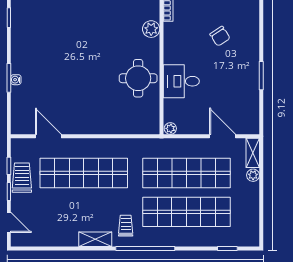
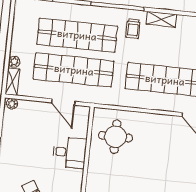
round table: (138, 78) -> (116, 137), moved
plant: (170, 128) -> (12, 104), moved
door: (223, 136) -> (63, 102), moved

